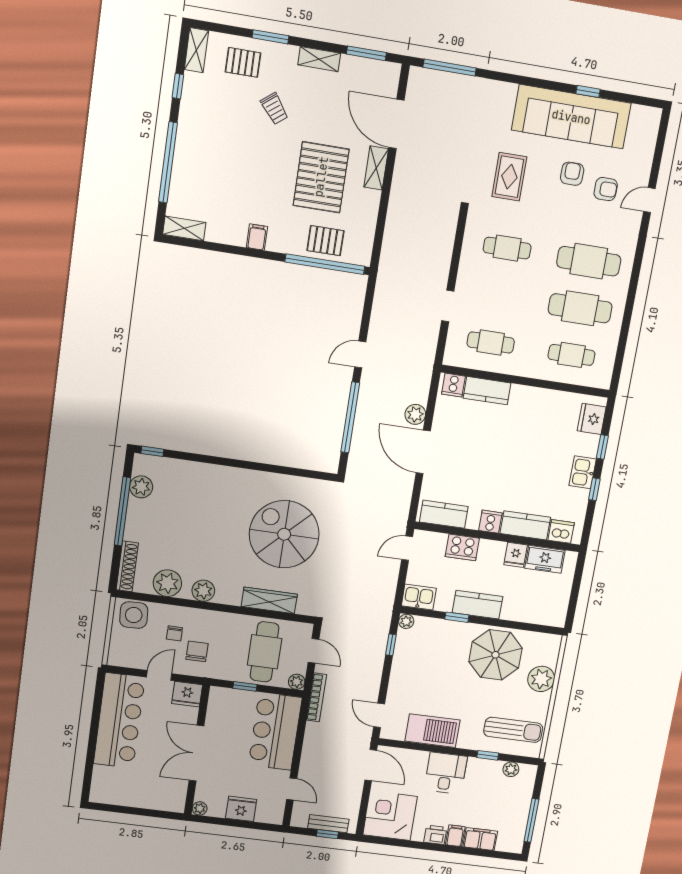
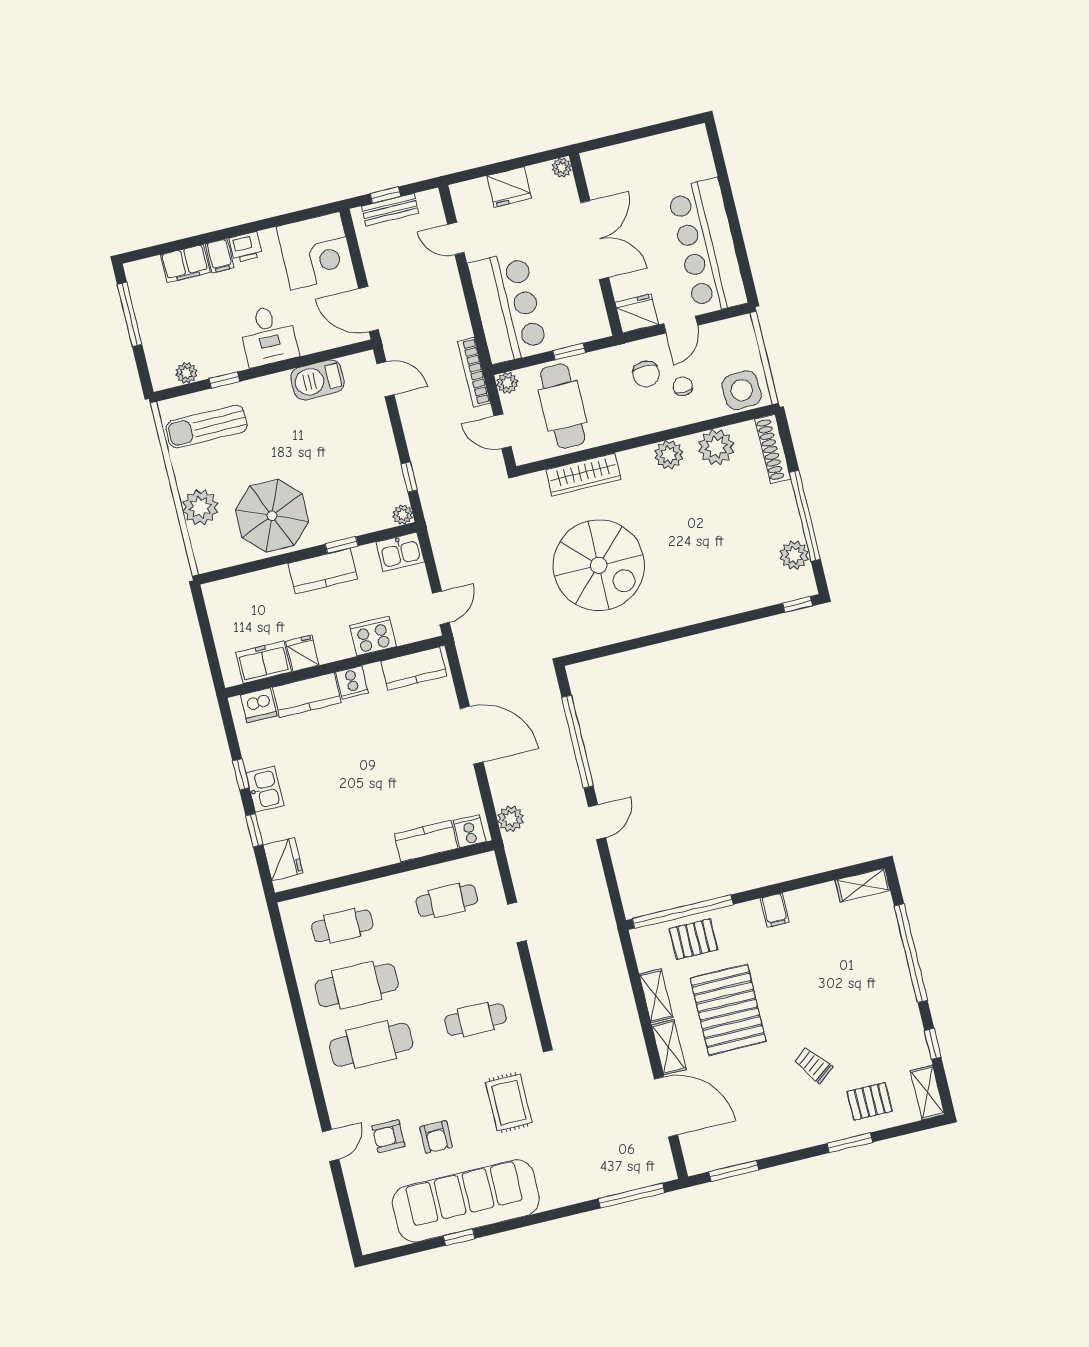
shelving: (319, 59) -> (656, 996), moved, turned 90
plant: (415, 414) -> (511, 819), moved
barbecue: (432, 731) -> (318, 380), width x0.73, depth x0.83

